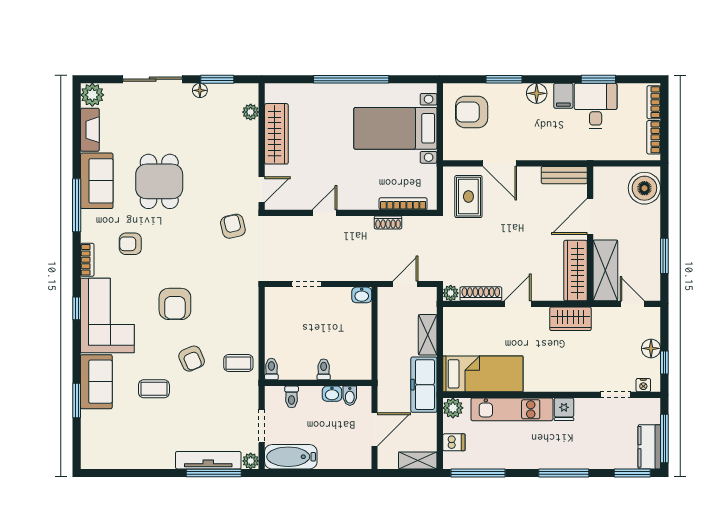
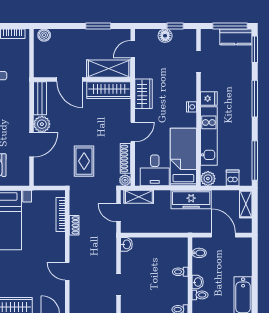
plant: (528, 178) -> (42, 124), added
boiler: (644, 188) -> (44, 35), width x0.54, depth x0.54
rug: (468, 197) -> (84, 161), moved, turned 90
door: (518, 304) -> (133, 132), swing flipped
desk: (464, 334) -> (155, 170), added
shelving: (428, 335) -> (139, 197), moved
nightstand: (643, 385) -> (191, 107), moved
washbasin: (332, 394) -> (198, 282), moved

